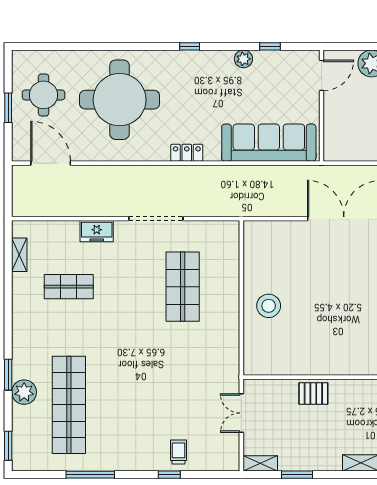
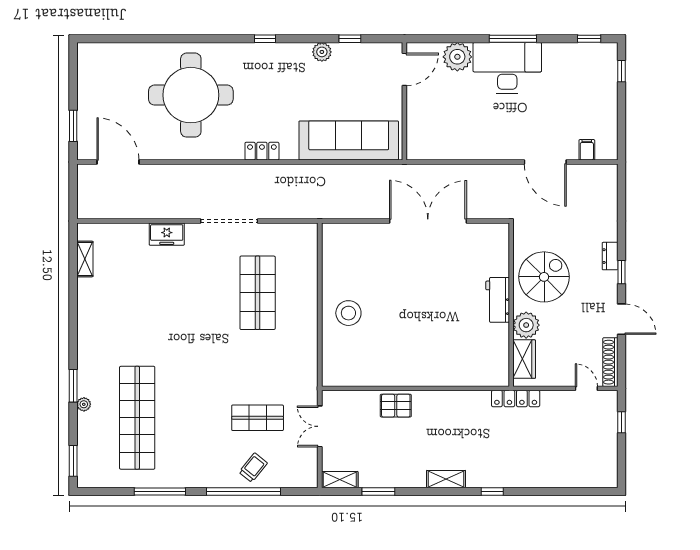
round table: (44, 95) -> (110, 90), removed
window: (8, 108) -> (73, 126), moved
shop shelf: (69, 287) -> (258, 418), moved
plant: (24, 392) -> (84, 404), width x0.53, depth x0.53
trolley: (178, 452) -> (253, 468), turned 39
window: (169, 475) -> (243, 491), width x3.17

